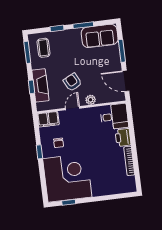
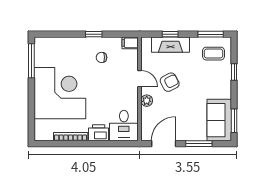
window: (83, 25) -> (234, 121), moved
filing cabinet: (48, 119) -> (130, 43), width x0.50
corner desk: (67, 178) -> (60, 93), moved, turned -90
window: (69, 202) -> (31, 61), width x2.17

